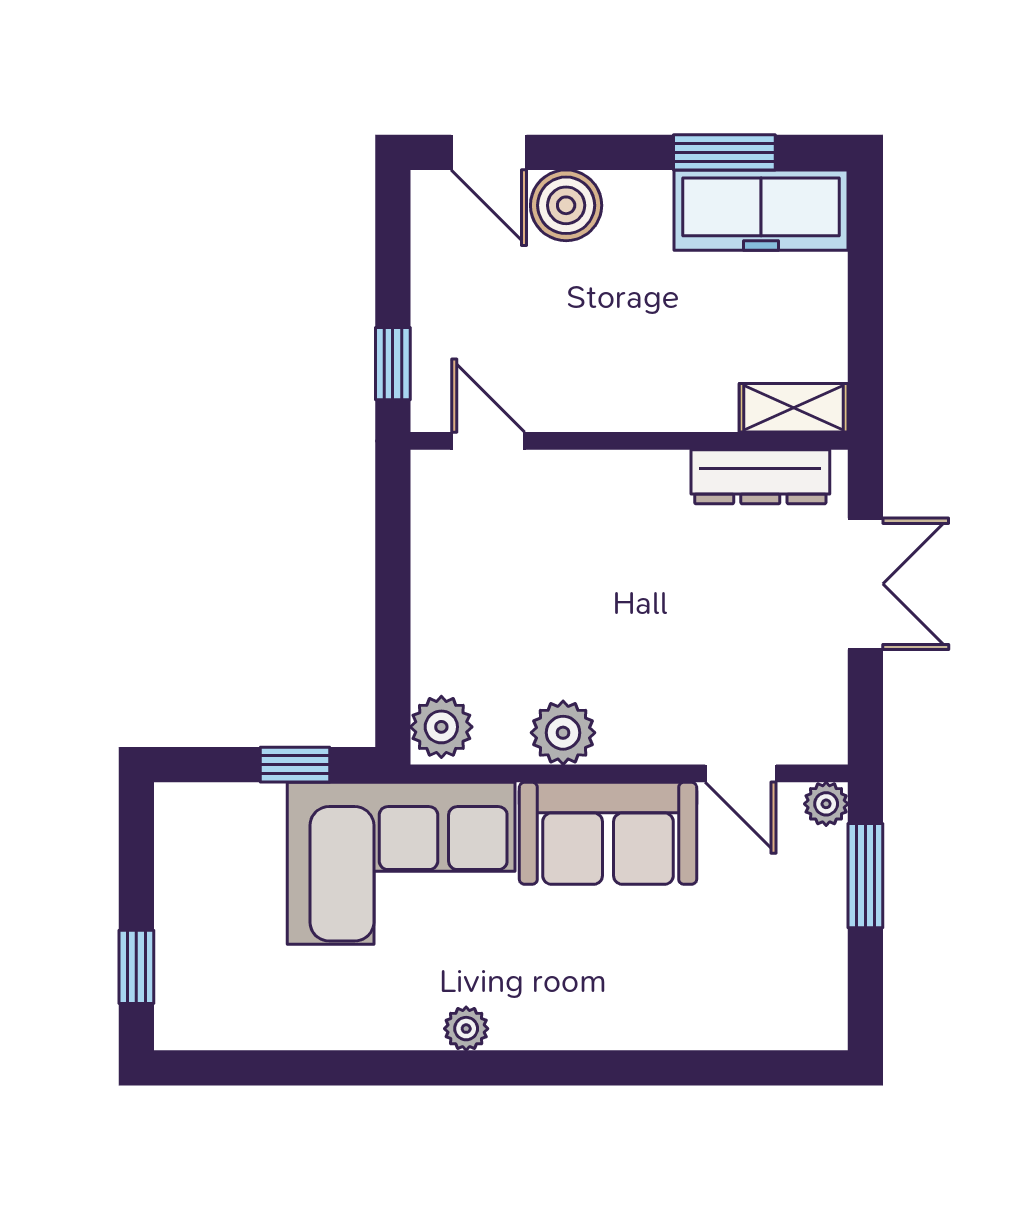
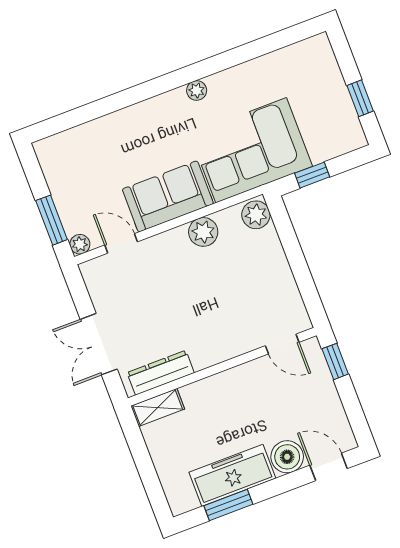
freezer: (761, 210) -> (232, 475), moved
window: (136, 967) -> (360, 98), moved

